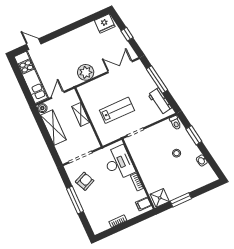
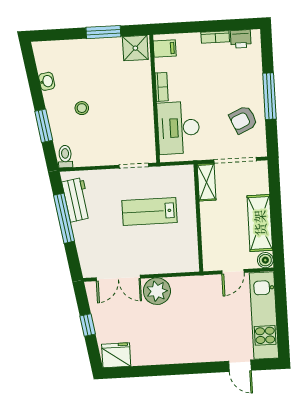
plant: (86, 72) -> (157, 291), moved
window: (157, 79) -> (64, 218), moved
shelving: (81, 114) -> (207, 182), moved
printer: (103, 225) -> (241, 39), added

